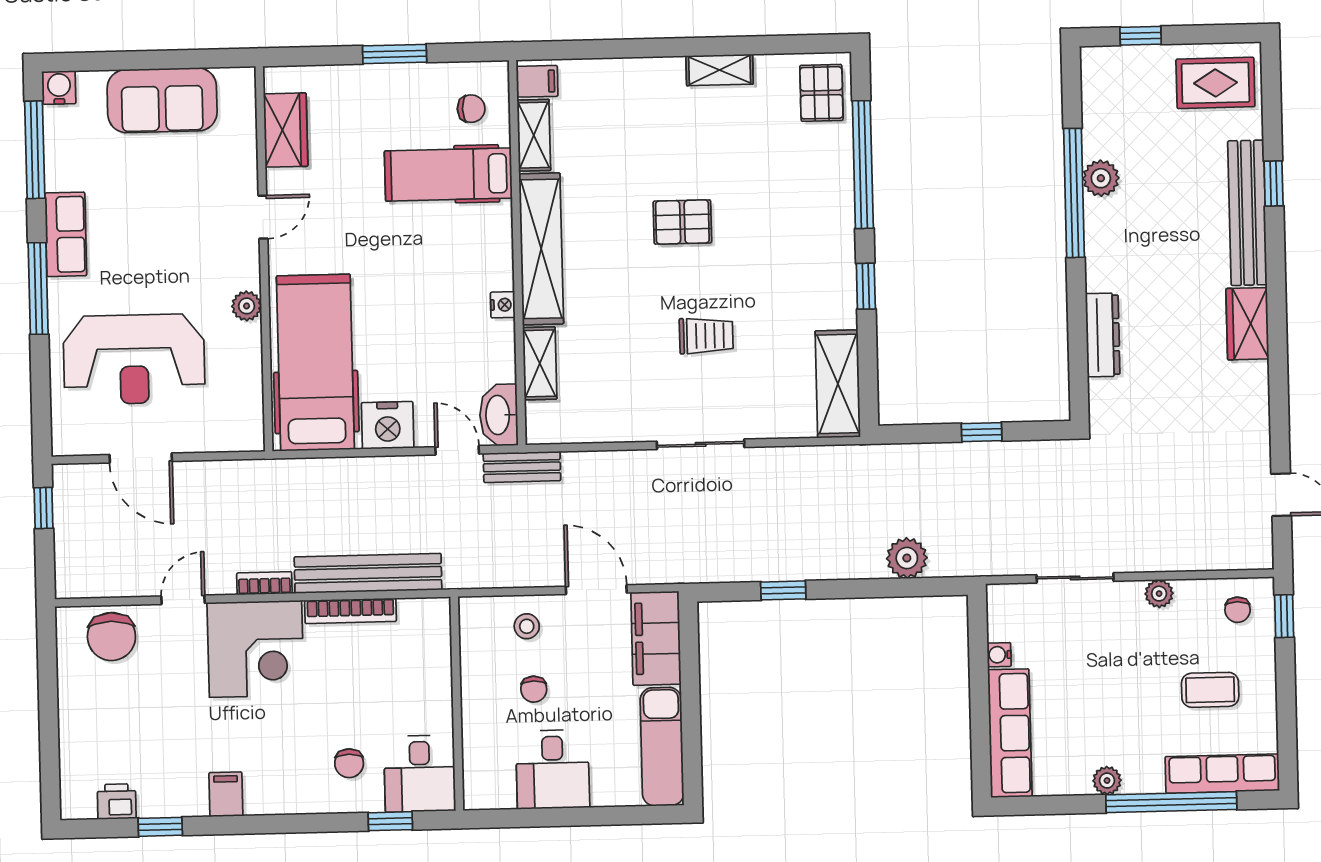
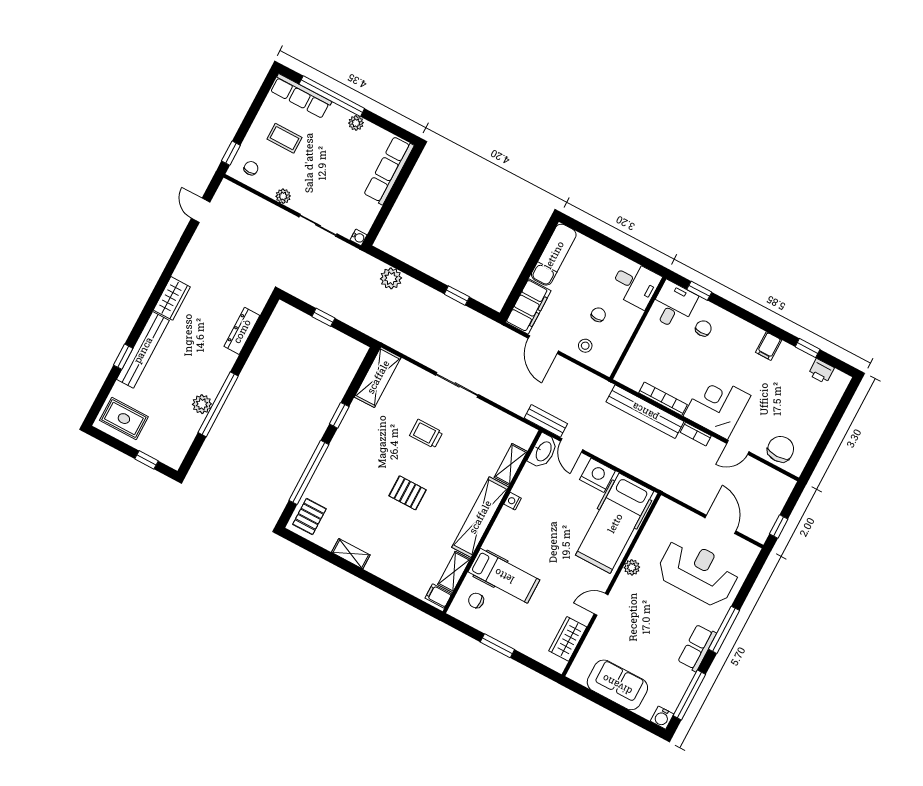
water cooler: (999, 655) -> (359, 237), moved
desk: (553, 769) -> (635, 284), moved, turned 90

